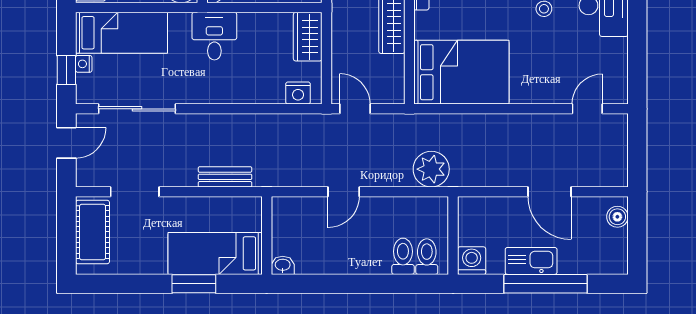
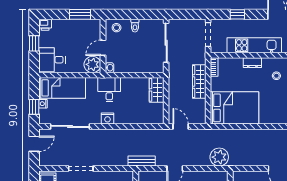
nightstand: (298, 93) -> (107, 118), moved
bench: (225, 177) -> (142, 161), moved
doorway: (135, 192) -> (81, 169), moved

